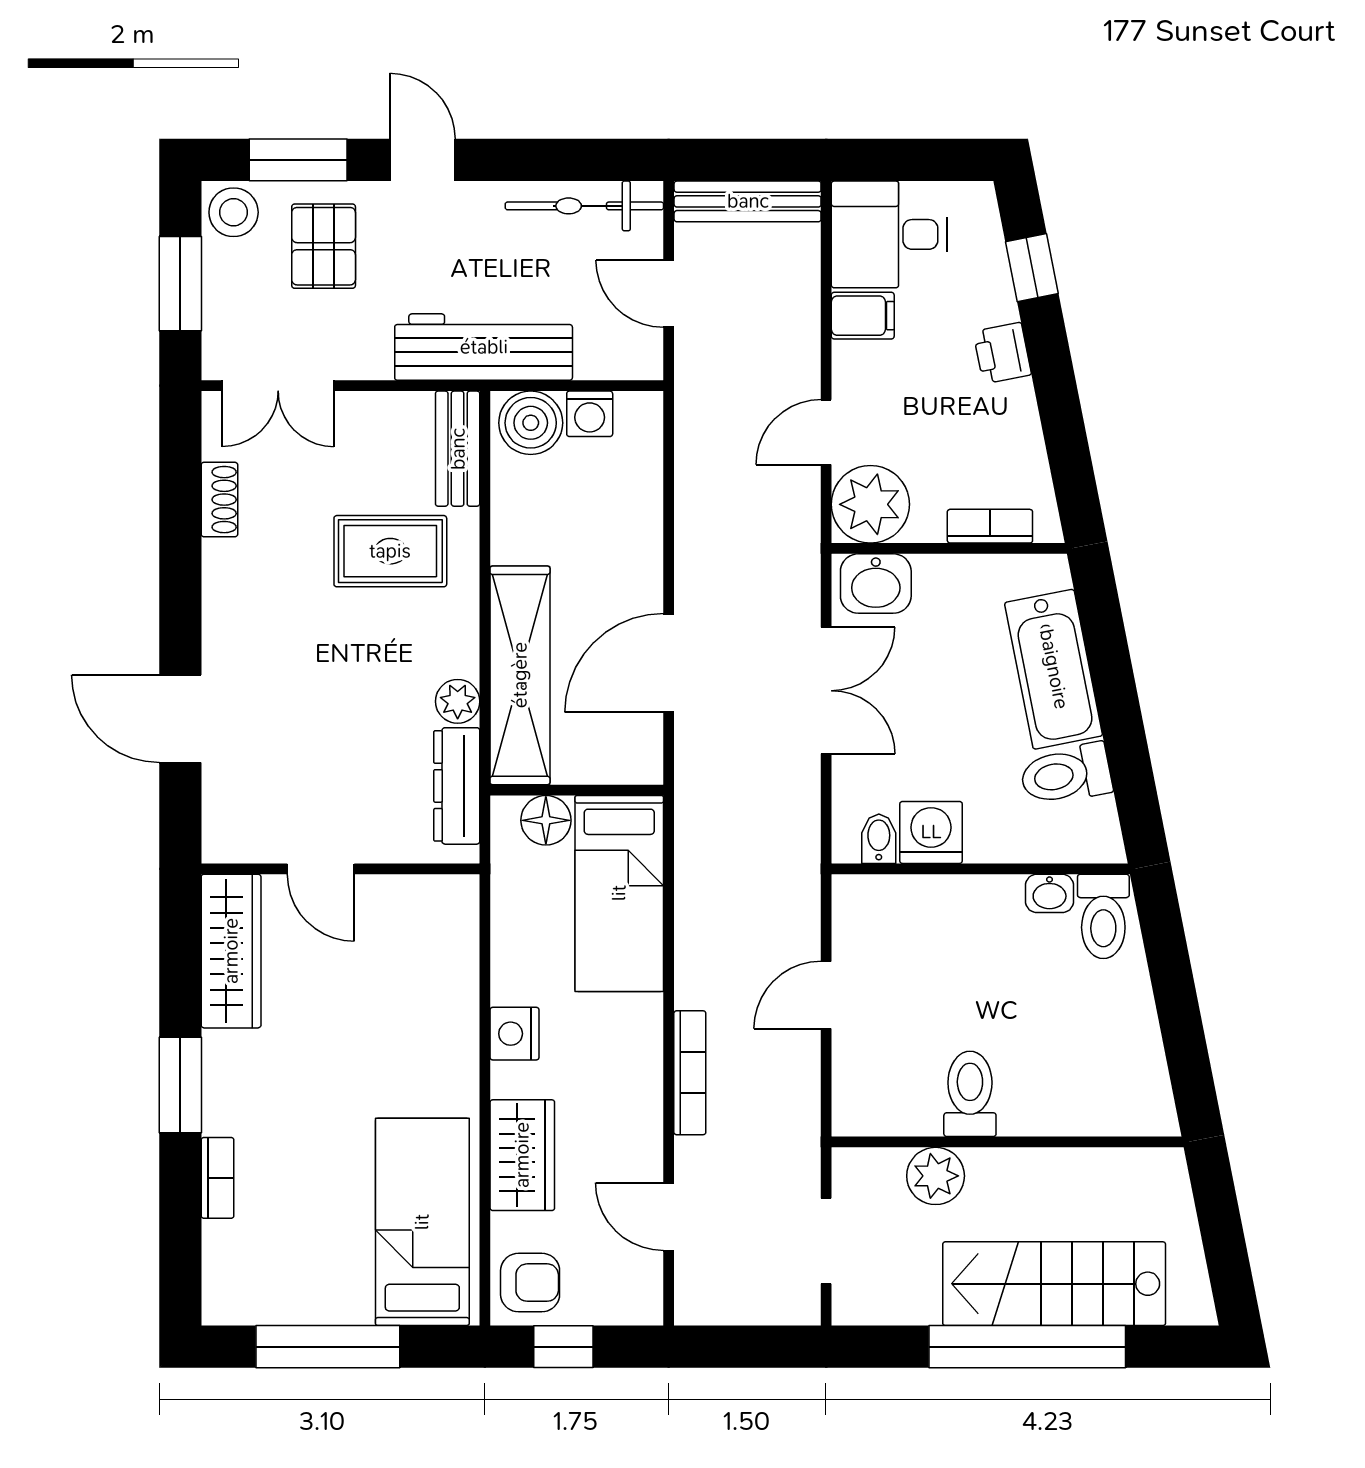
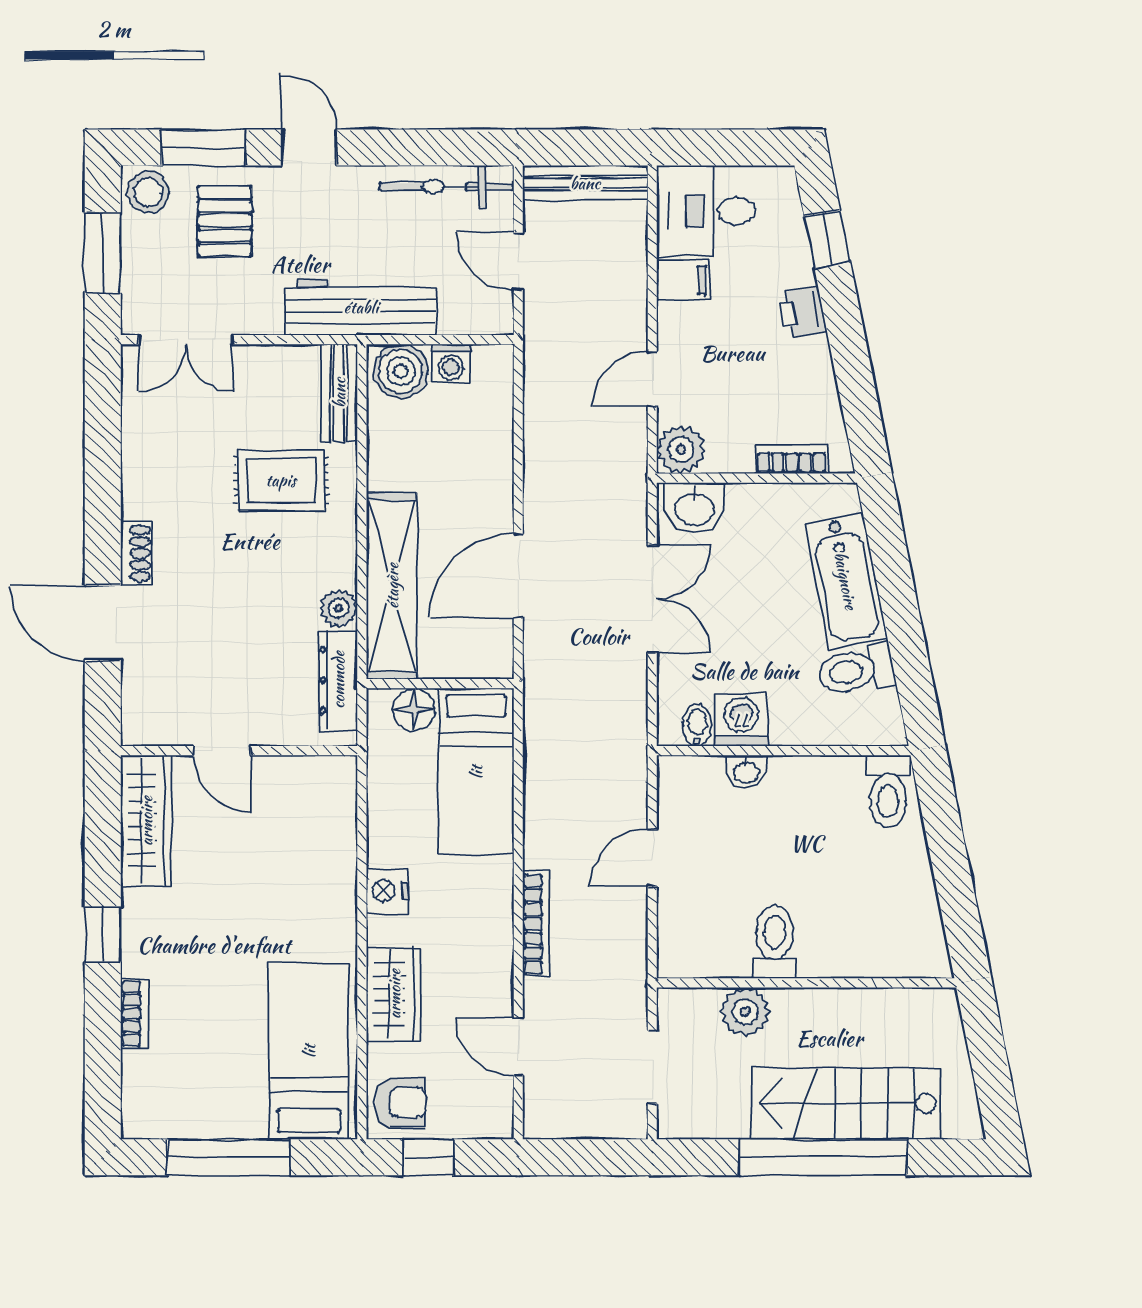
shoe rack: (219, 500) -> (136, 553), moved
plant: (870, 504) -> (681, 449), width x0.73, depth x0.73
washbasin: (1050, 893) -> (746, 772), moved
window: (180, 1085) -> (103, 934), width x0.67

